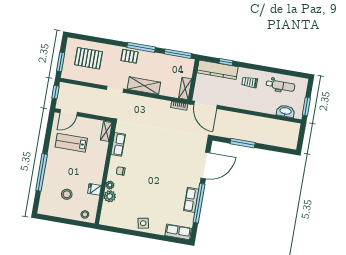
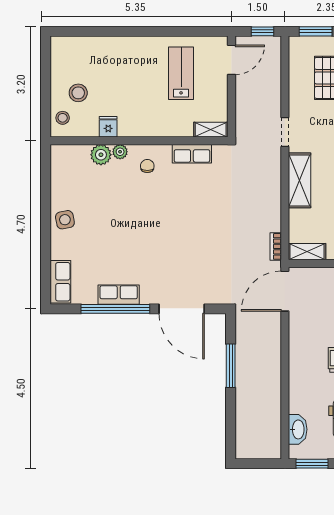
door: (69, 113) -> (232, 60), swing flipped
window: (42, 172) -> (122, 31), removed
stool: (67, 194) -> (78, 93), moved

